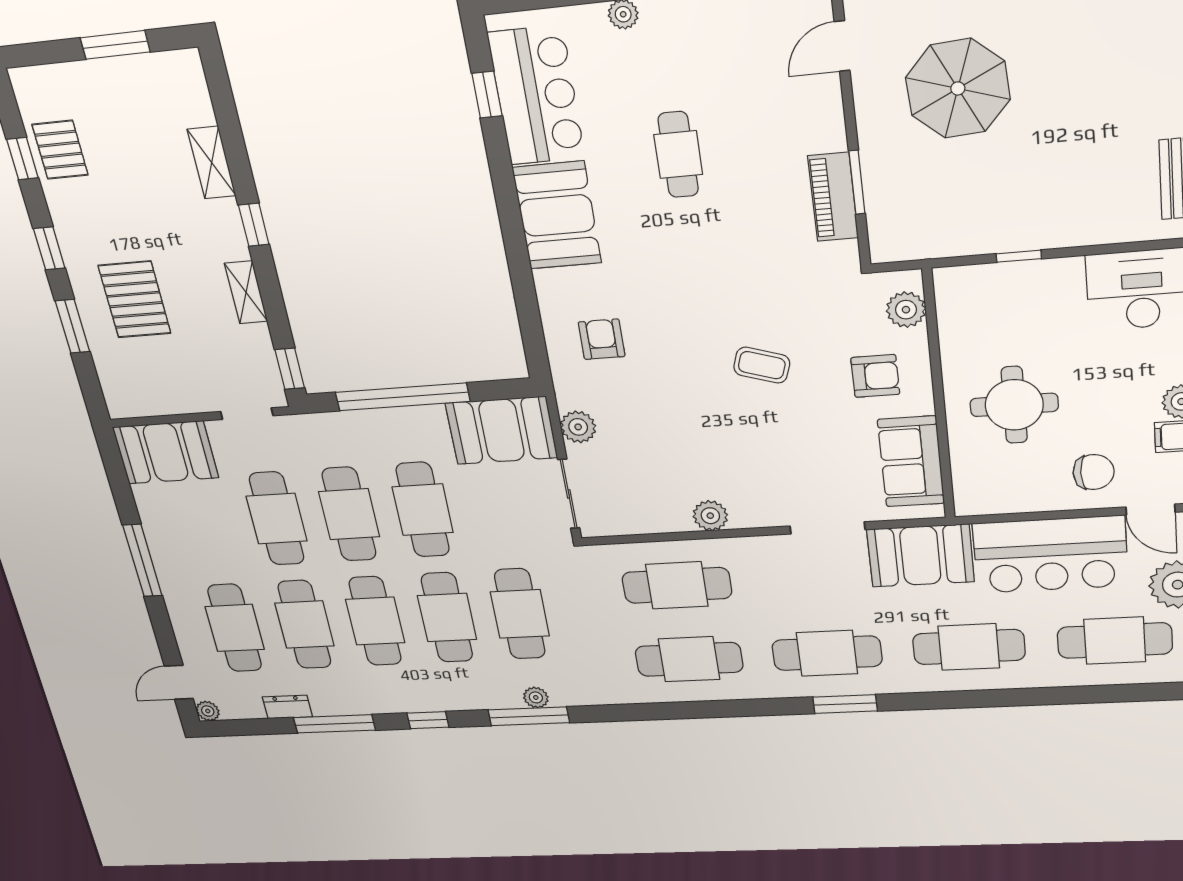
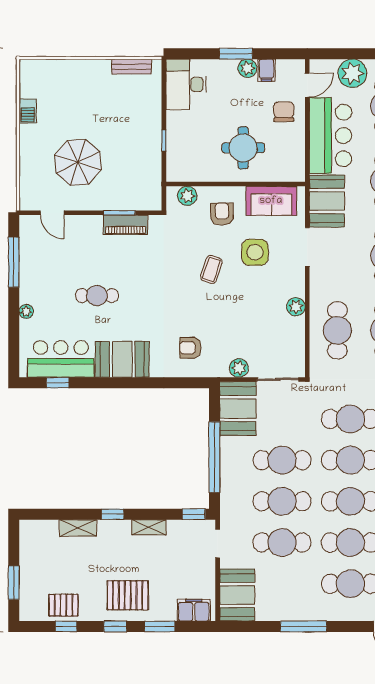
window: (115, 45) -> (14, 583), moved
pallet: (135, 299) -> (128, 595), moved
filing cabinet: (118, 382) -> (194, 610), added
side table: (806, 440) -> (255, 252), added

